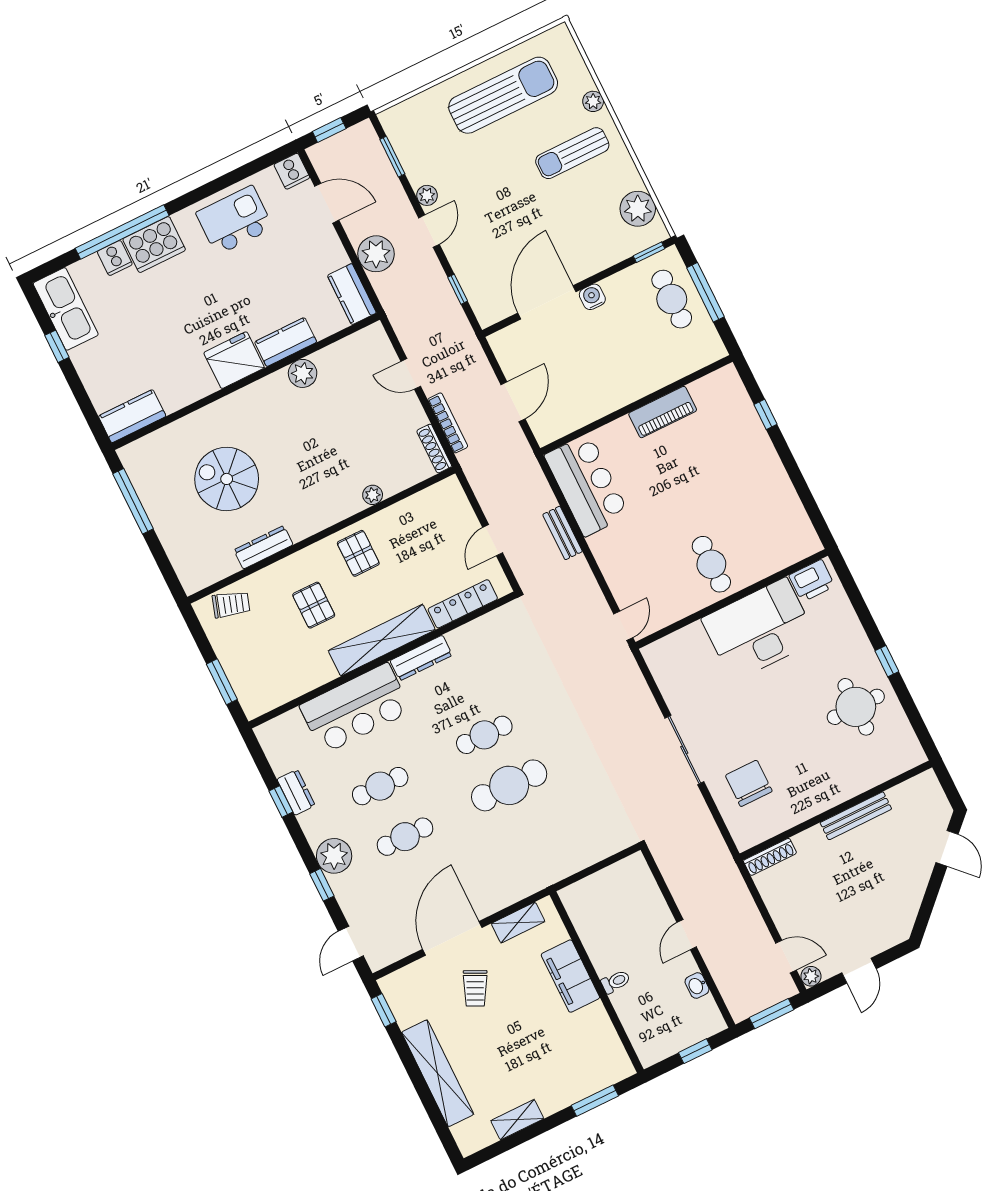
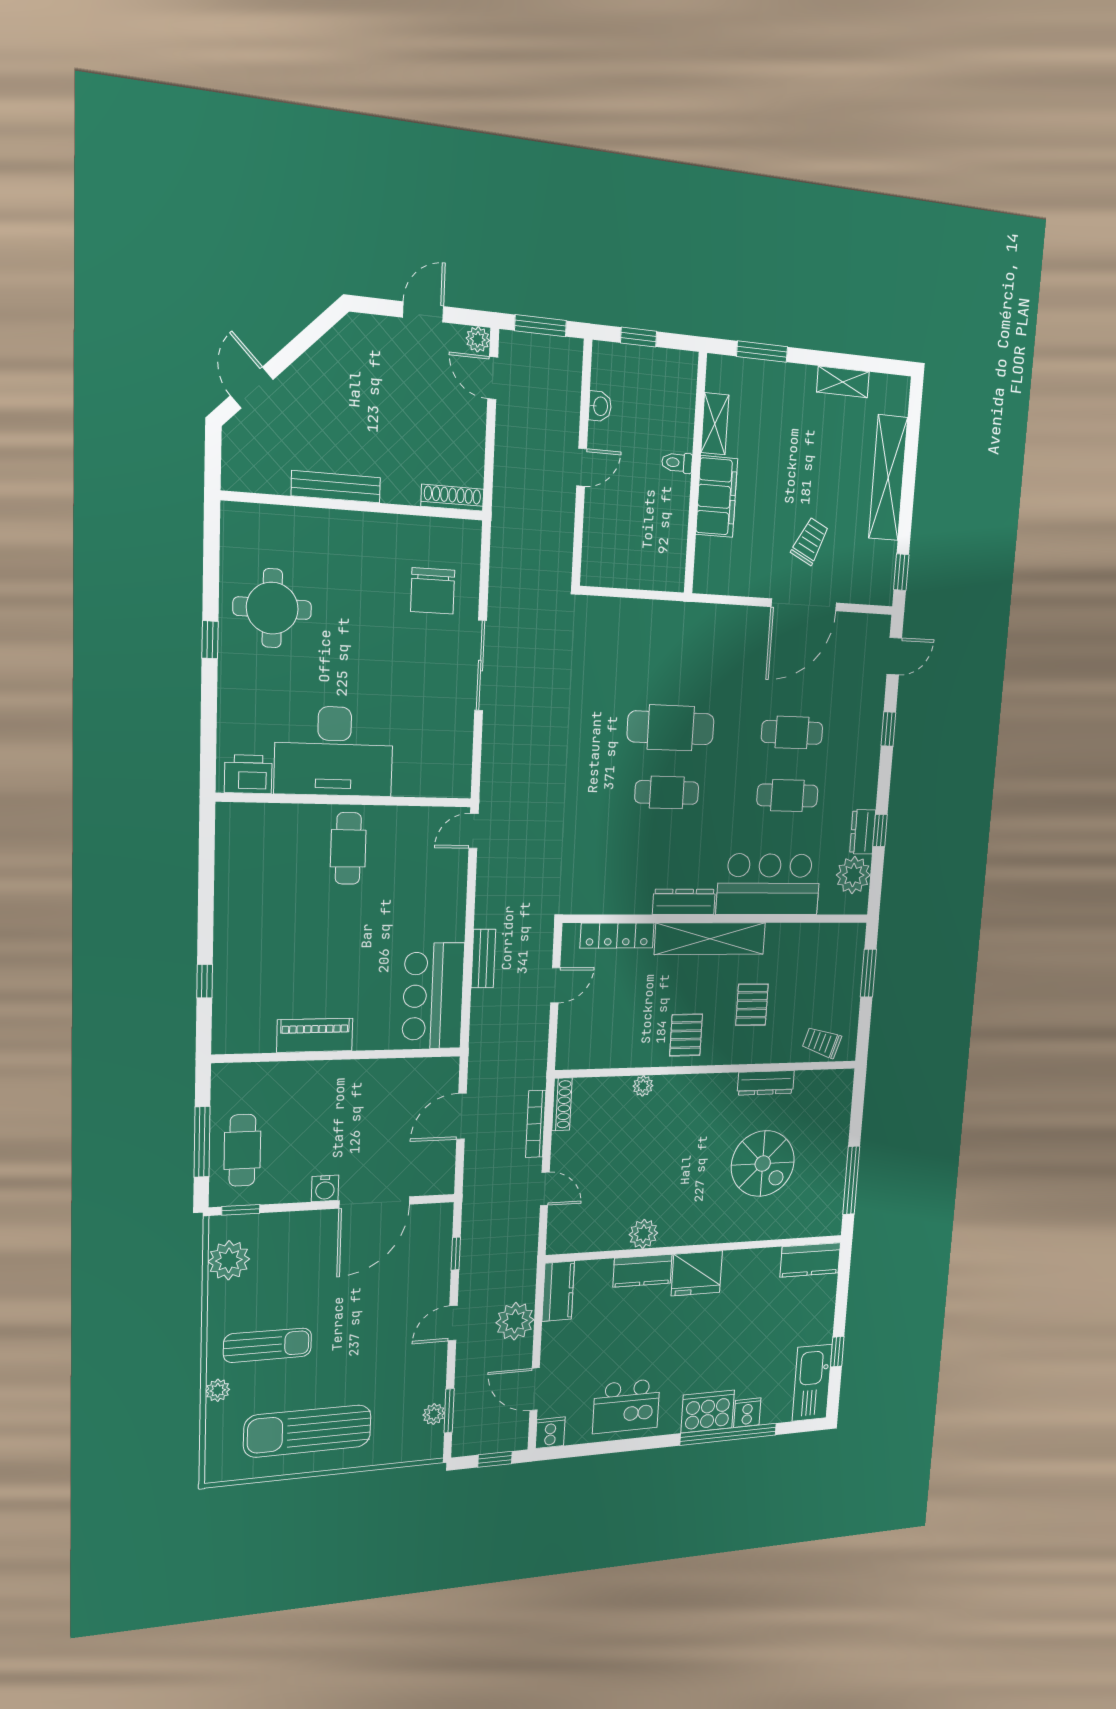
plant: (427, 195) -> (434, 1414), moved
plant: (334, 856) -> (853, 875), moved
shelving: (518, 923) -> (715, 424), moved, turned 90

